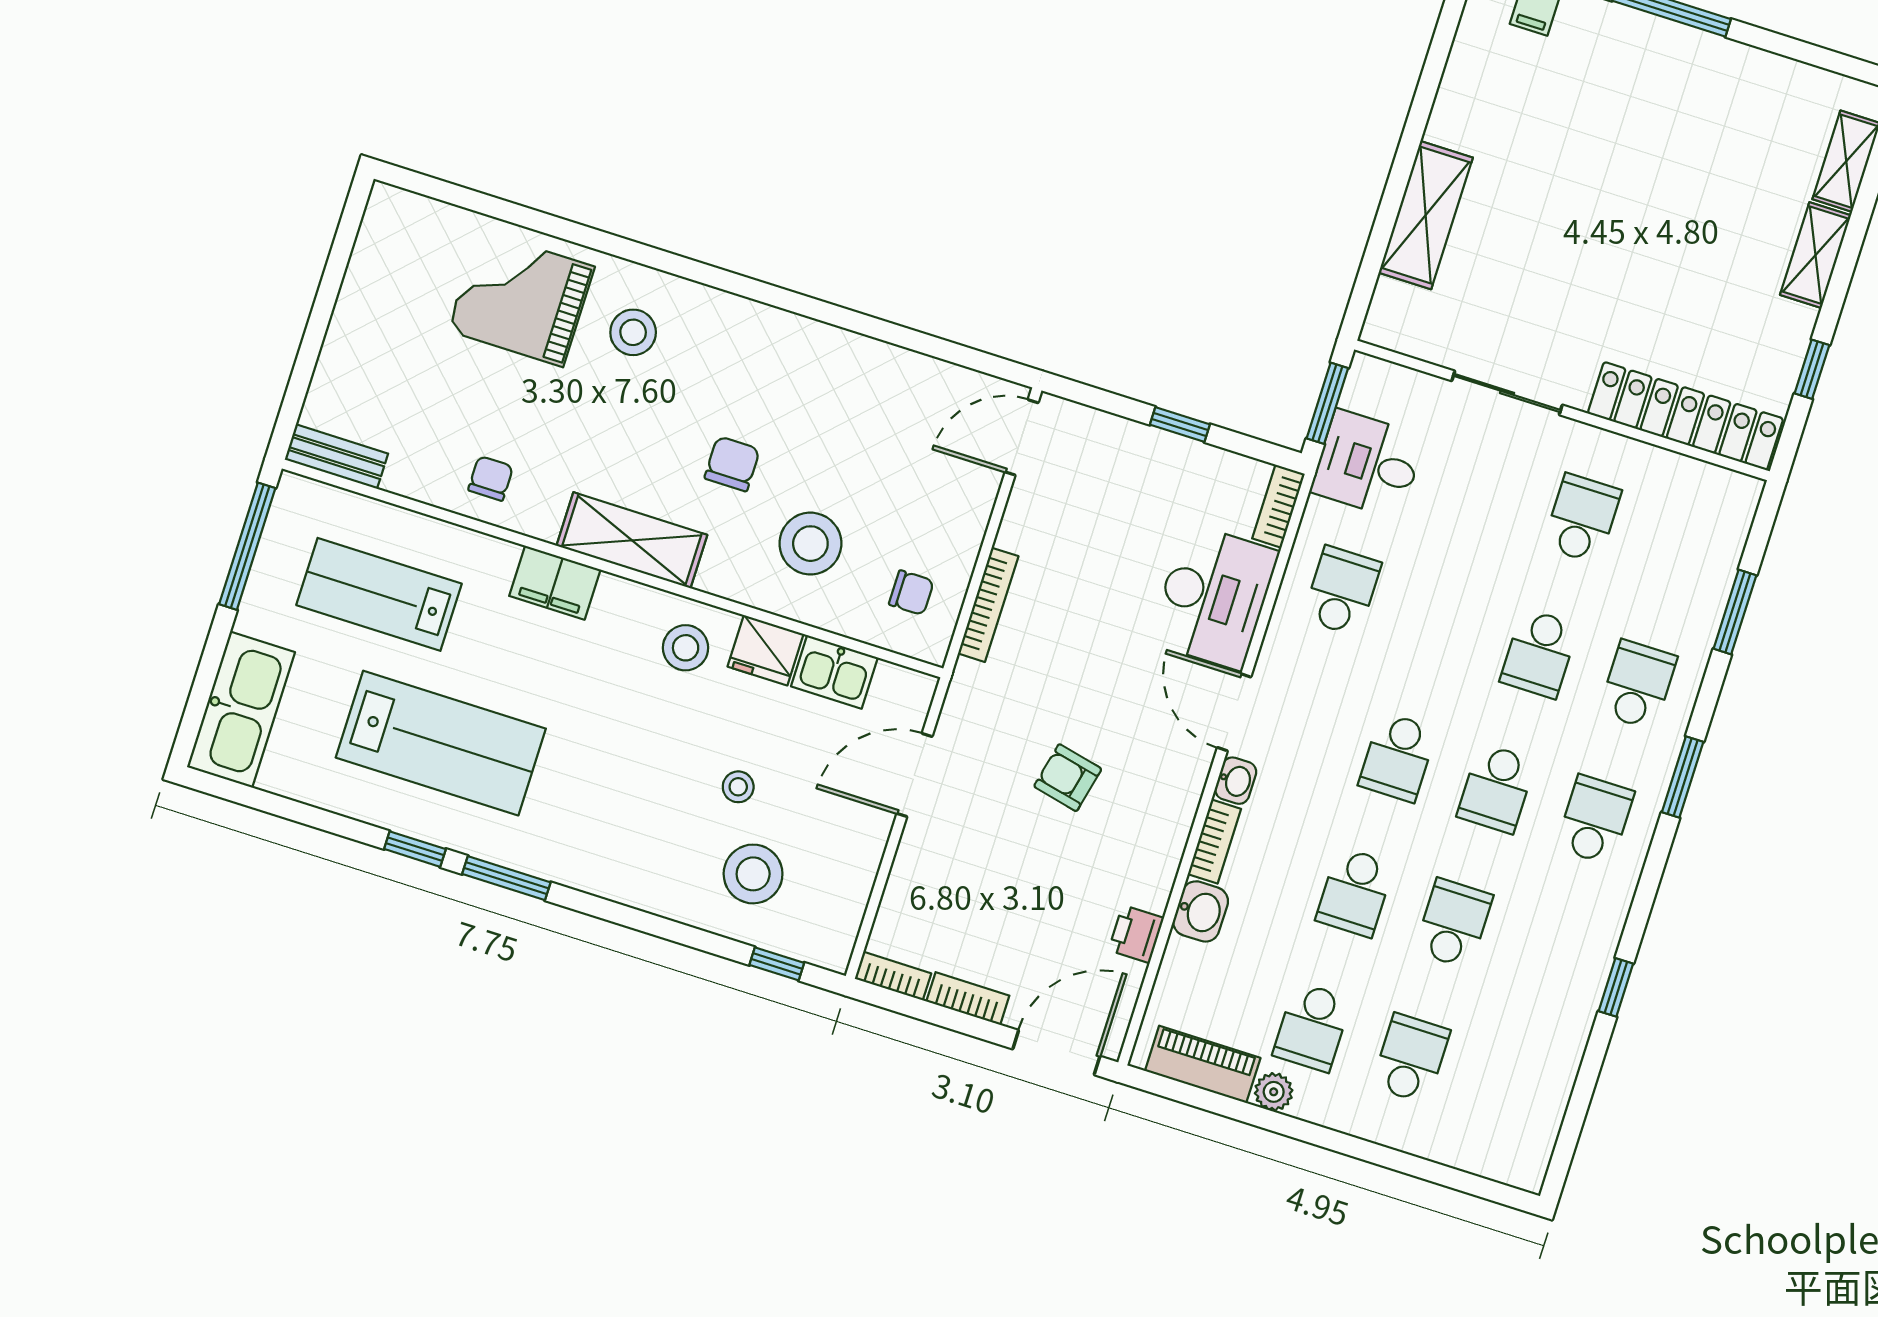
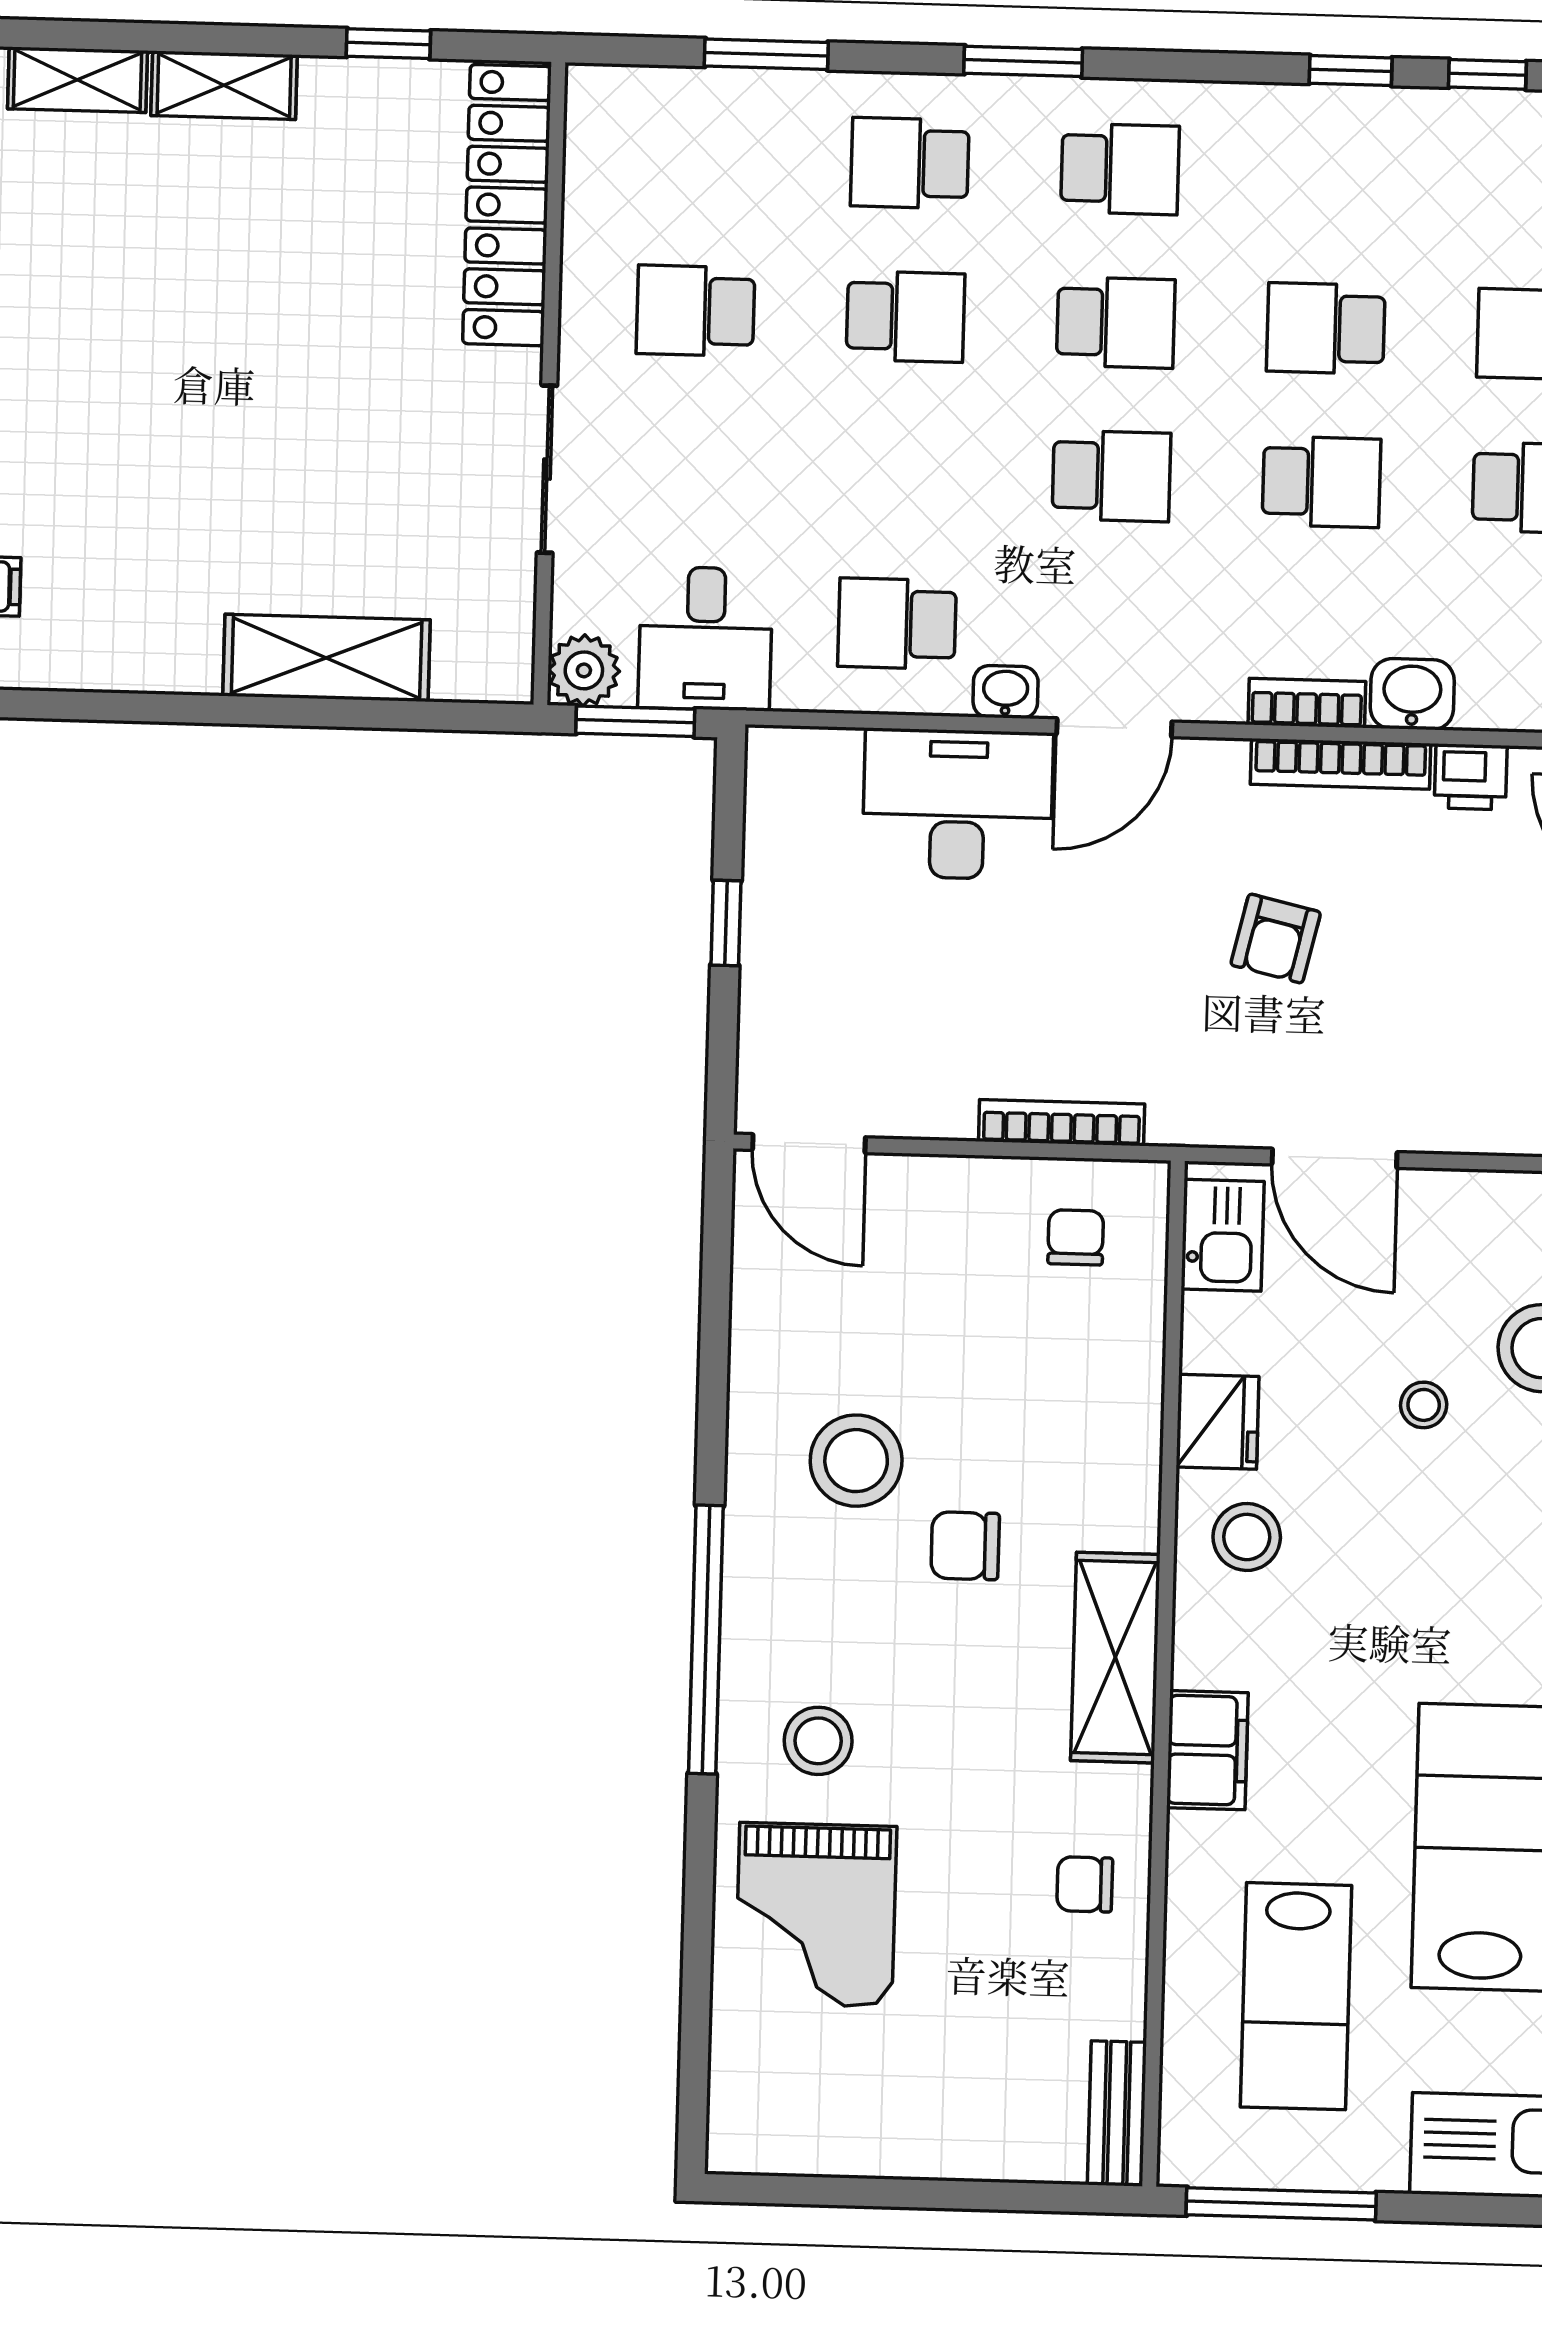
window: (720, 278) -> (706, 1640), added
plant: (1370, 379) -> (584, 670), added
bookcase: (1278, 506) -> (1341, 764), moved, width x1.56
stool: (810, 544) -> (856, 1461), moved
kitchen sink: (834, 672) -> (1223, 1235), moved
washbasin: (1236, 781) -> (1006, 692), moved
school desk: (1595, 820) -> (1120, 169), turned 180
window: (1588, 1075) -> (1487, 74), added

